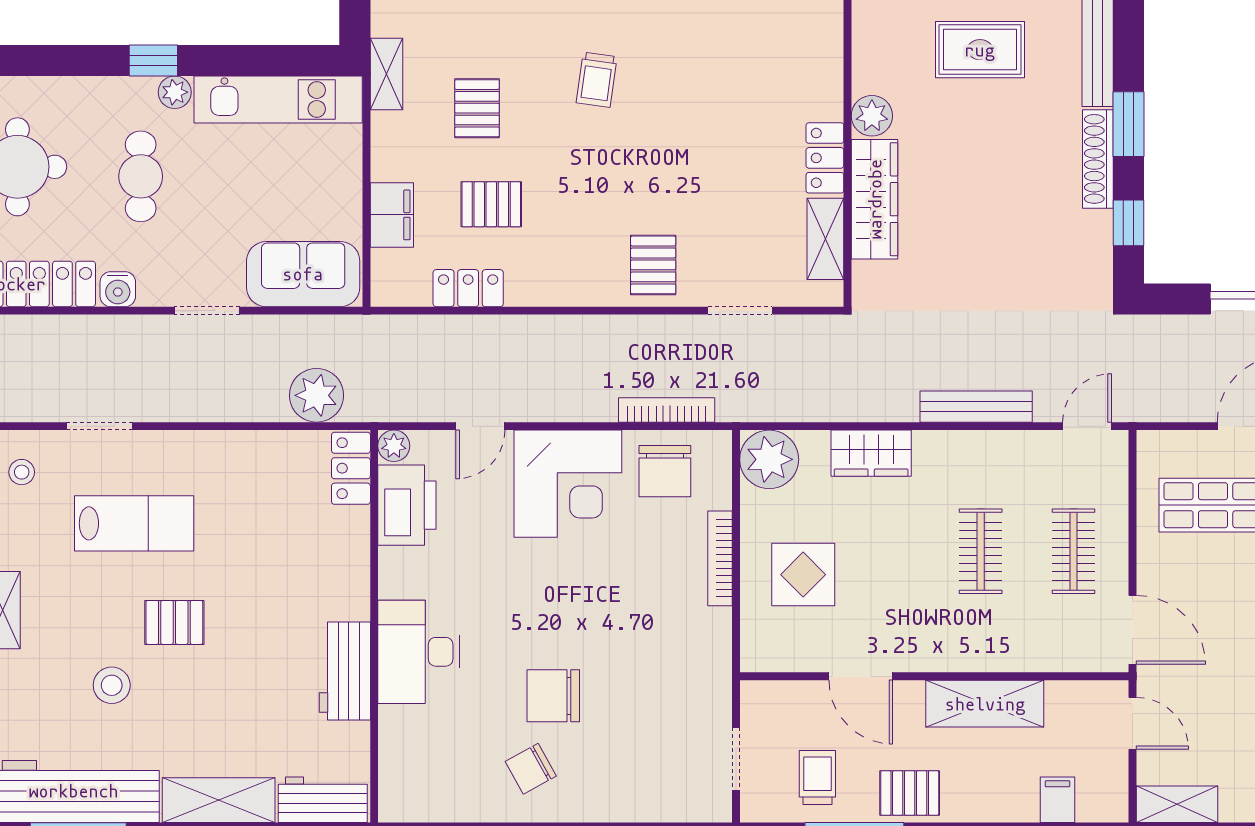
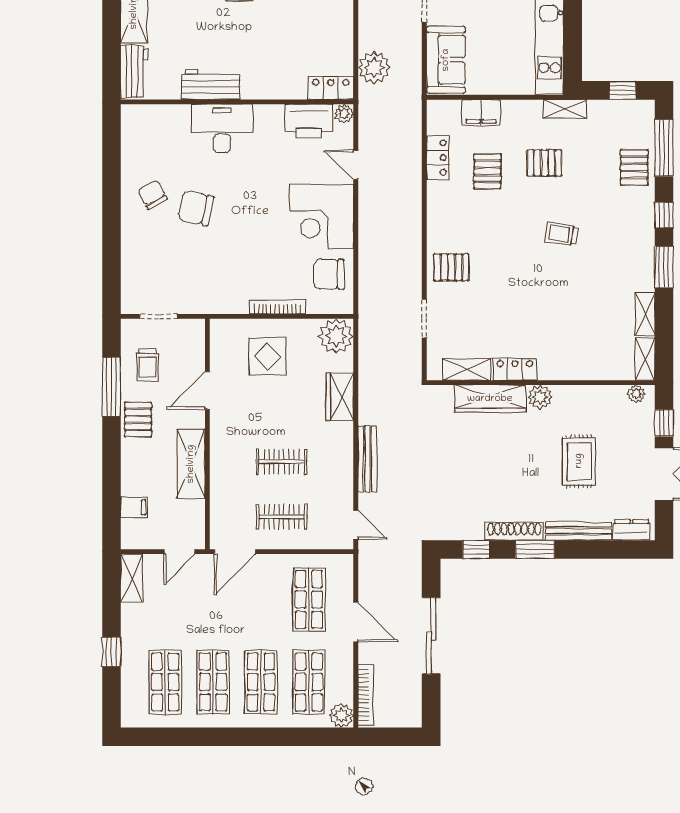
bookcase: (667, 410) -> (365, 275), removed
chair: (553, 696) -> (196, 208), turned -78
trolley: (817, 777) -> (147, 365), turned 90

